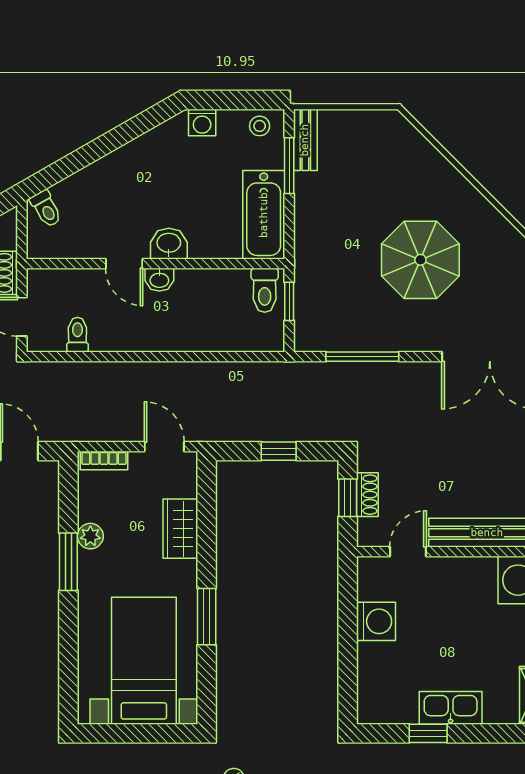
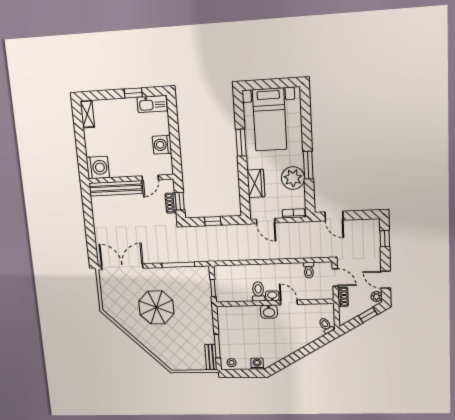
bathtub: (264, 215) -> (227, 325), removed
toilet: (265, 290) -> (258, 292), moved
plant: (90, 536) -> (293, 178), width x1.88, depth x1.88
kitchen sink: (451, 708) -> (152, 104), moved

